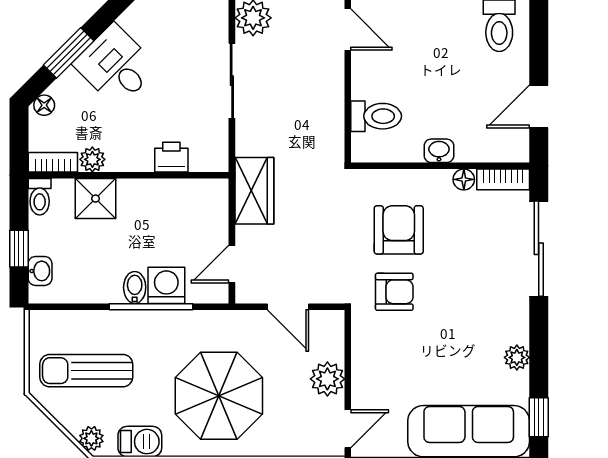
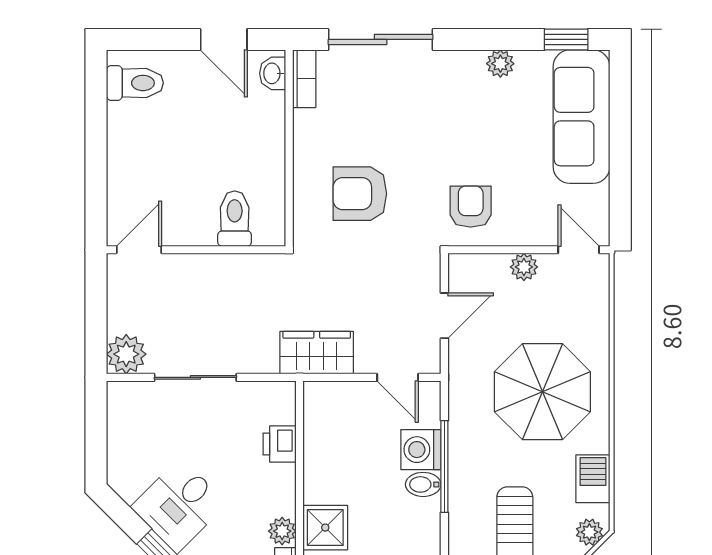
washbasin: (439, 151) -> (273, 73), moved
floor lamp: (464, 179) -> (304, 122), removed
armchair: (394, 292) -> (471, 207), moved
plant: (327, 379) -> (524, 267), width x0.73, depth x0.73

